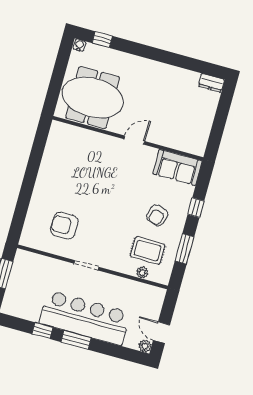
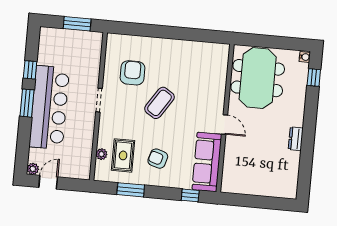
dresser: (211, 83) -> (296, 139), moved
sofa: (177, 167) -> (207, 162), width x1.36
coffee table: (100, 203) -> (159, 103), added
window: (196, 208) -> (190, 195), moved

